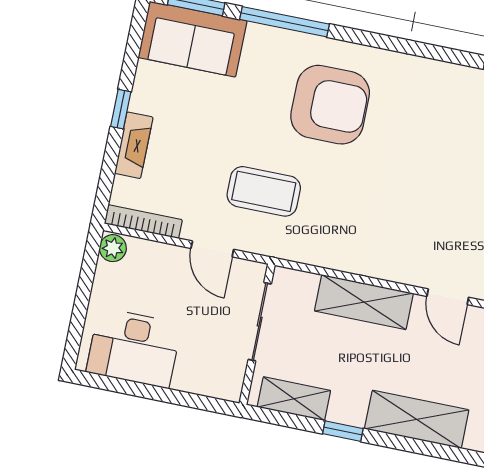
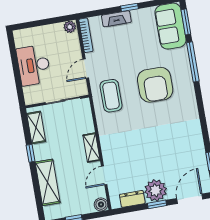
armchair: (330, 105) -> (155, 85), moved
coffee table: (264, 191) -> (111, 96), moved
shelving: (364, 302) -> (91, 148), width x0.67, depth x0.75
desk: (134, 348) -> (34, 65), moved

